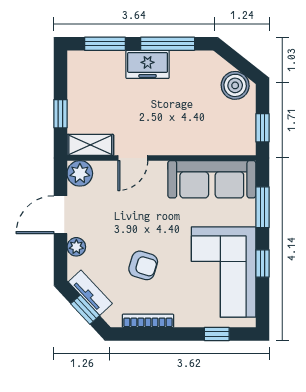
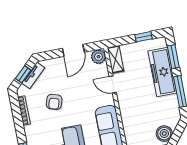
freezer: (148, 64) -> (162, 72), width x1.91, depth x1.26
window: (60, 114) -> (143, 37), moved
door: (60, 215) -> (73, 50), swing flipped
plant: (76, 247) -> (57, 63), removed

